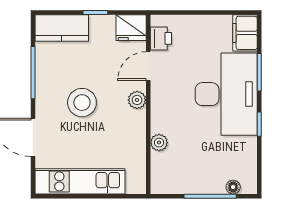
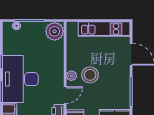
stool: (82, 103) -> (90, 75), moved
plant: (159, 143) -> (55, 31), moved, width x1.87, depth x1.87

